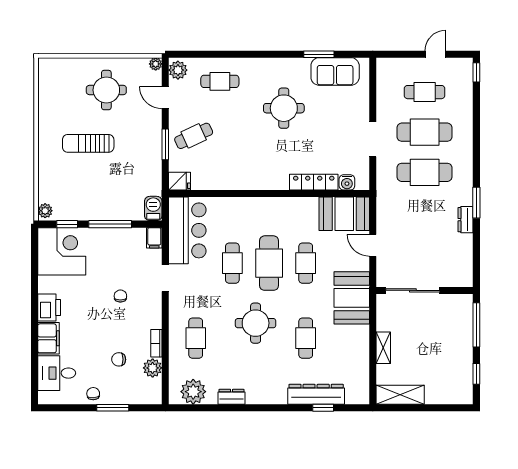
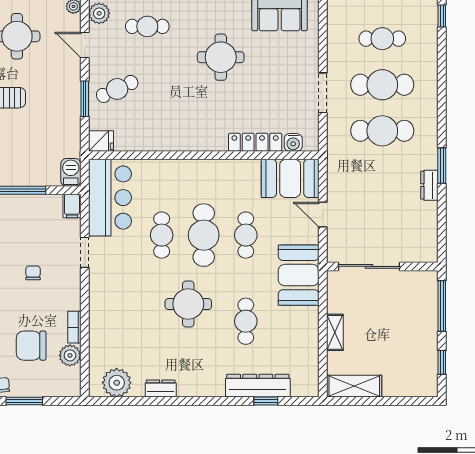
cafe table: (196, 338) -> (120, 321), removed
chair: (119, 359) -> (31, 346), width x1.87, depth x1.87

